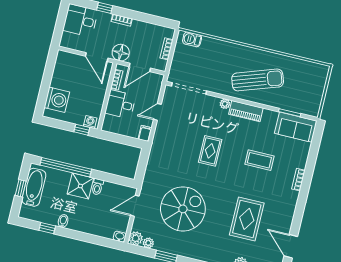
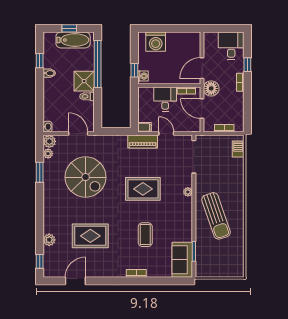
piano: (246, 111) -> (143, 142), moved, turned -90
rug: (210, 151) -> (143, 189), width x1.36, depth x1.43

